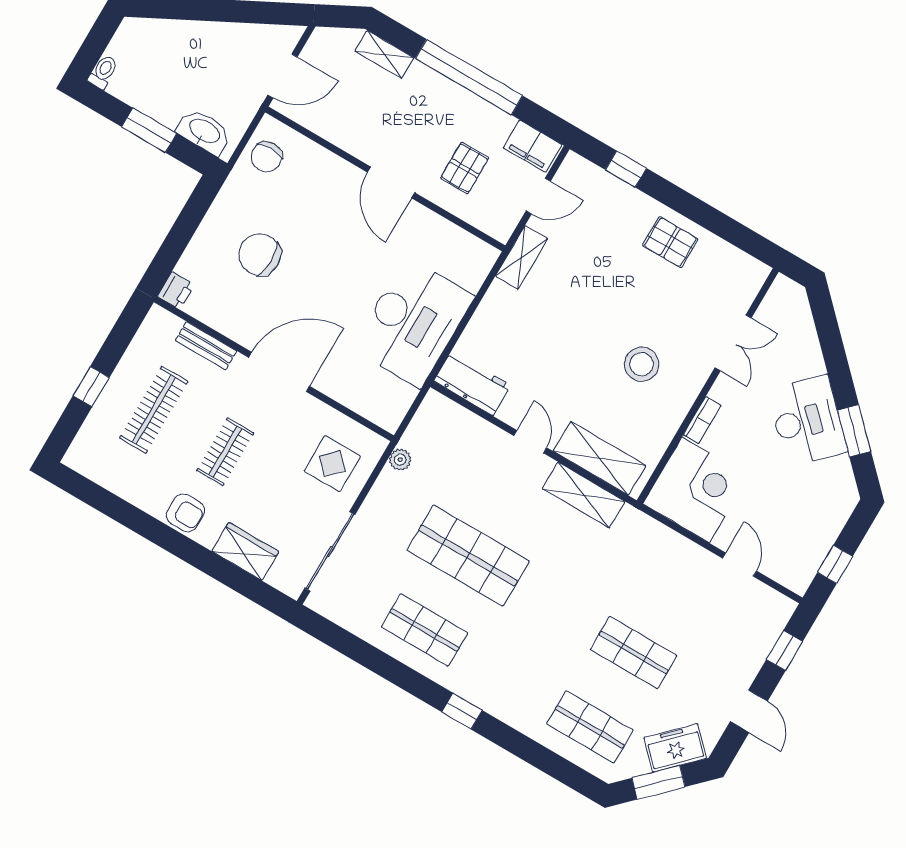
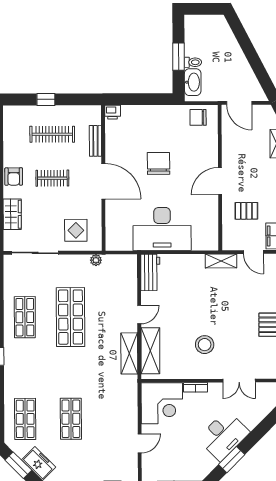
toilet: (103, 72) -> (193, 62), moved
chair: (260, 255) -> (158, 163), moved

